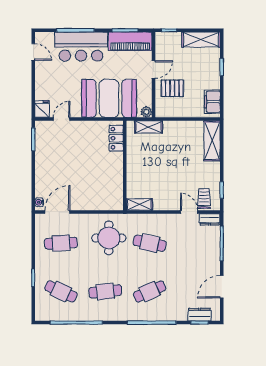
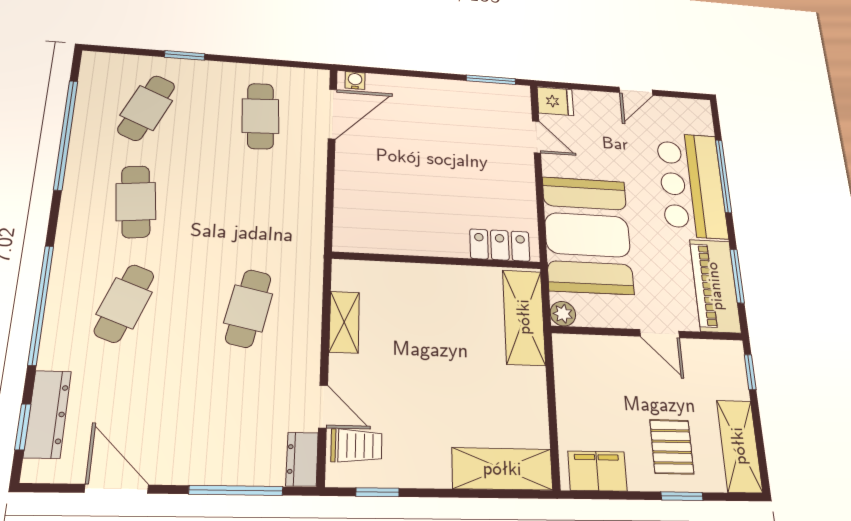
door: (33, 52) -> (636, 91), moved
pallet: (172, 88) -> (672, 447), moved
shelving: (149, 127) -> (524, 317), width x1.50, depth x1.33
shelving: (139, 204) -> (344, 322), moved
door: (57, 212) -> (332, 114), hinge flipped
door: (189, 212) -> (323, 407), hinge flipped
round table: (109, 238) -> (267, 217), removed
cafe table: (150, 291) -> (124, 303), turned 45
dresser: (200, 315) -> (48, 414), width x1.44

